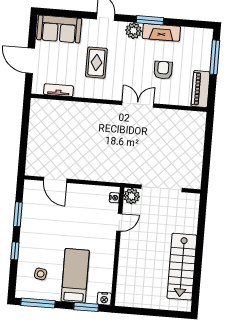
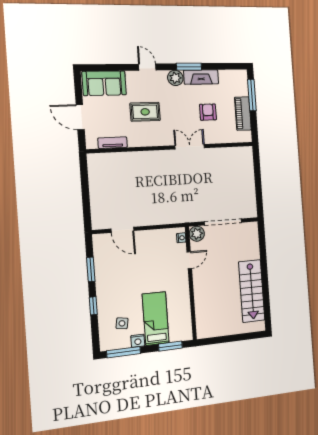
rug: (96, 63) -> (145, 112), turned 90
piano: (201, 89) -> (243, 114), moved
nightstand: (104, 299) -> (138, 341), moved

